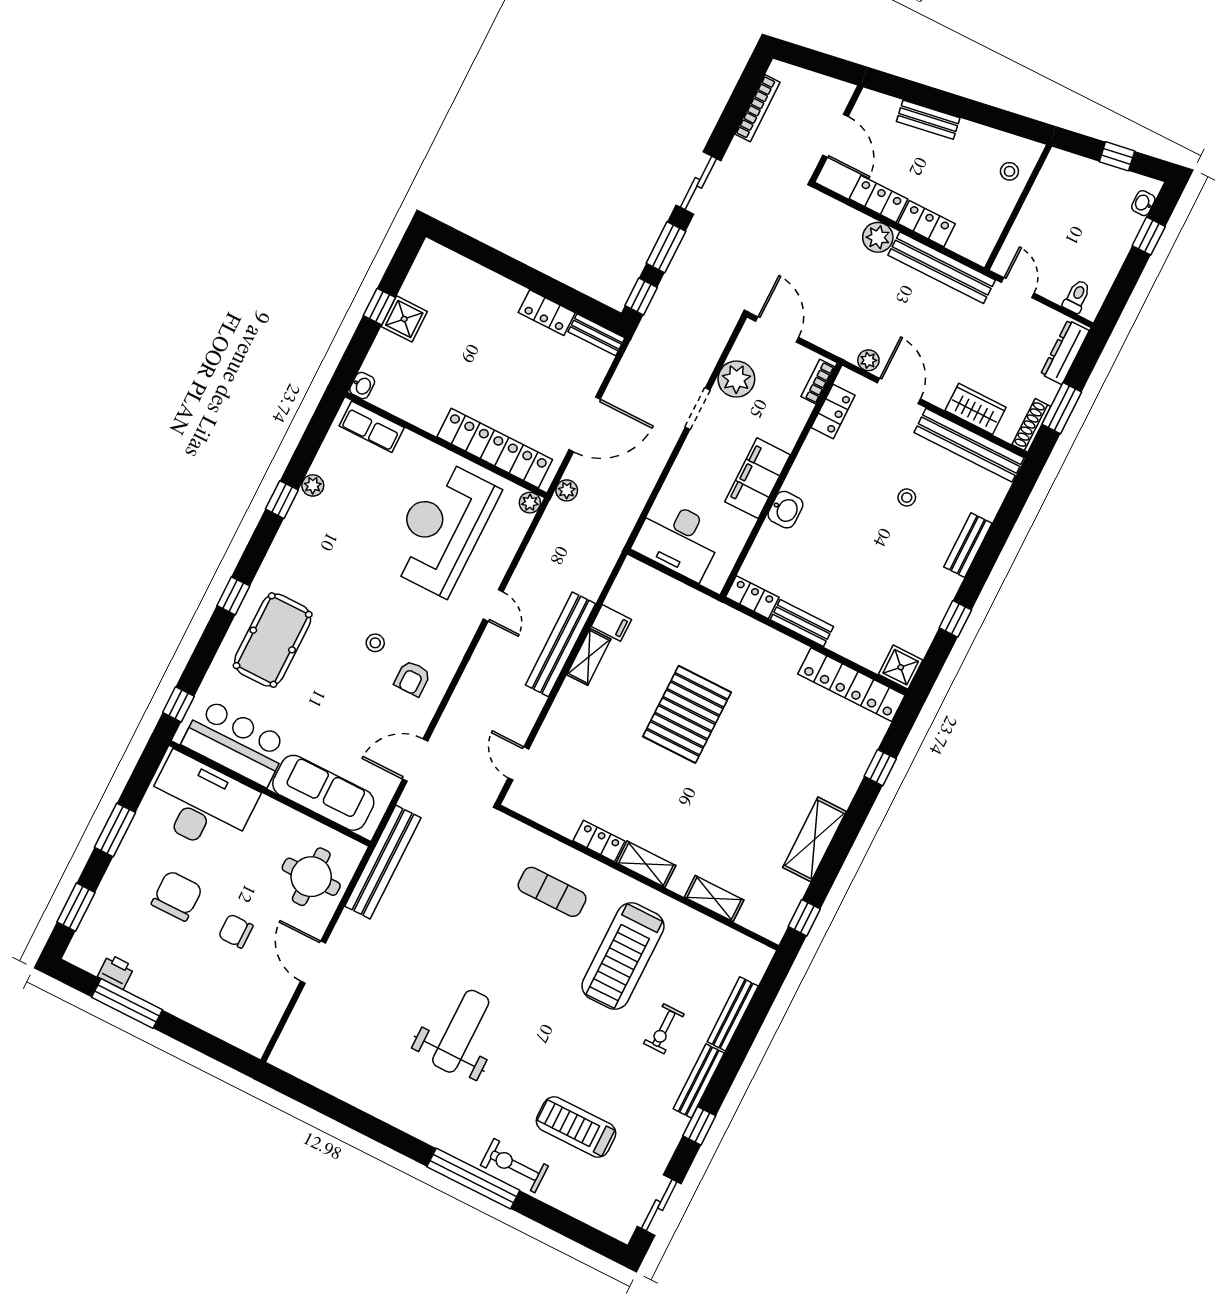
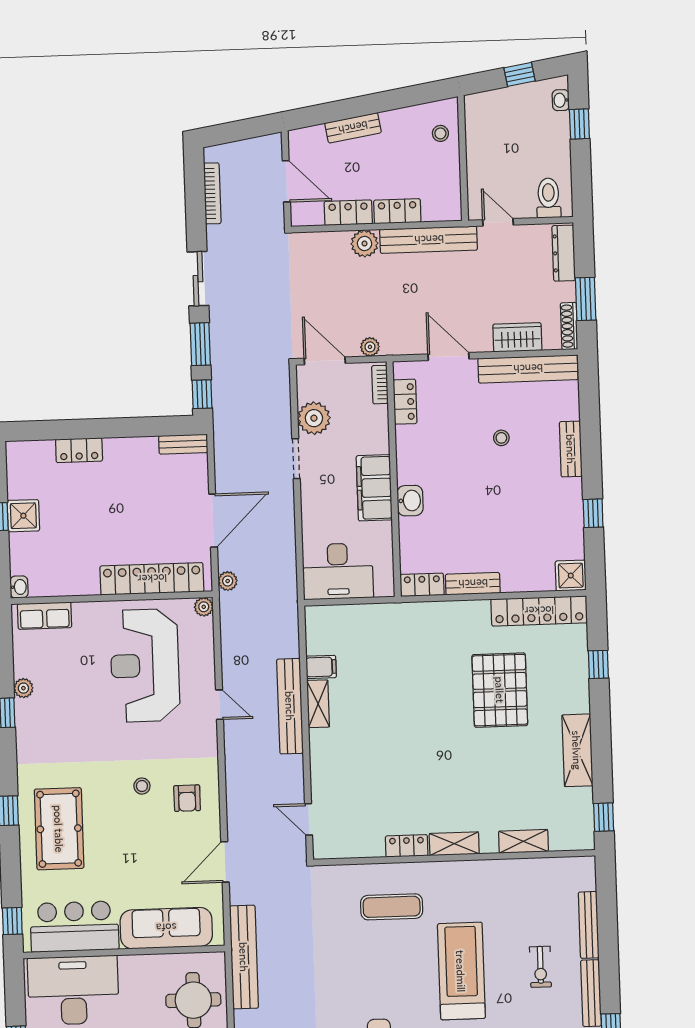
toilet: (1077, 296) -> (548, 198), width x1.37, depth x1.39
locker: (547, 313) -> (79, 450), moved
plant: (868, 360) -> (370, 347), moved
pallet: (687, 714) -> (500, 690), moved
treadmill: (623, 956) -> (461, 971), moved, turned 180

